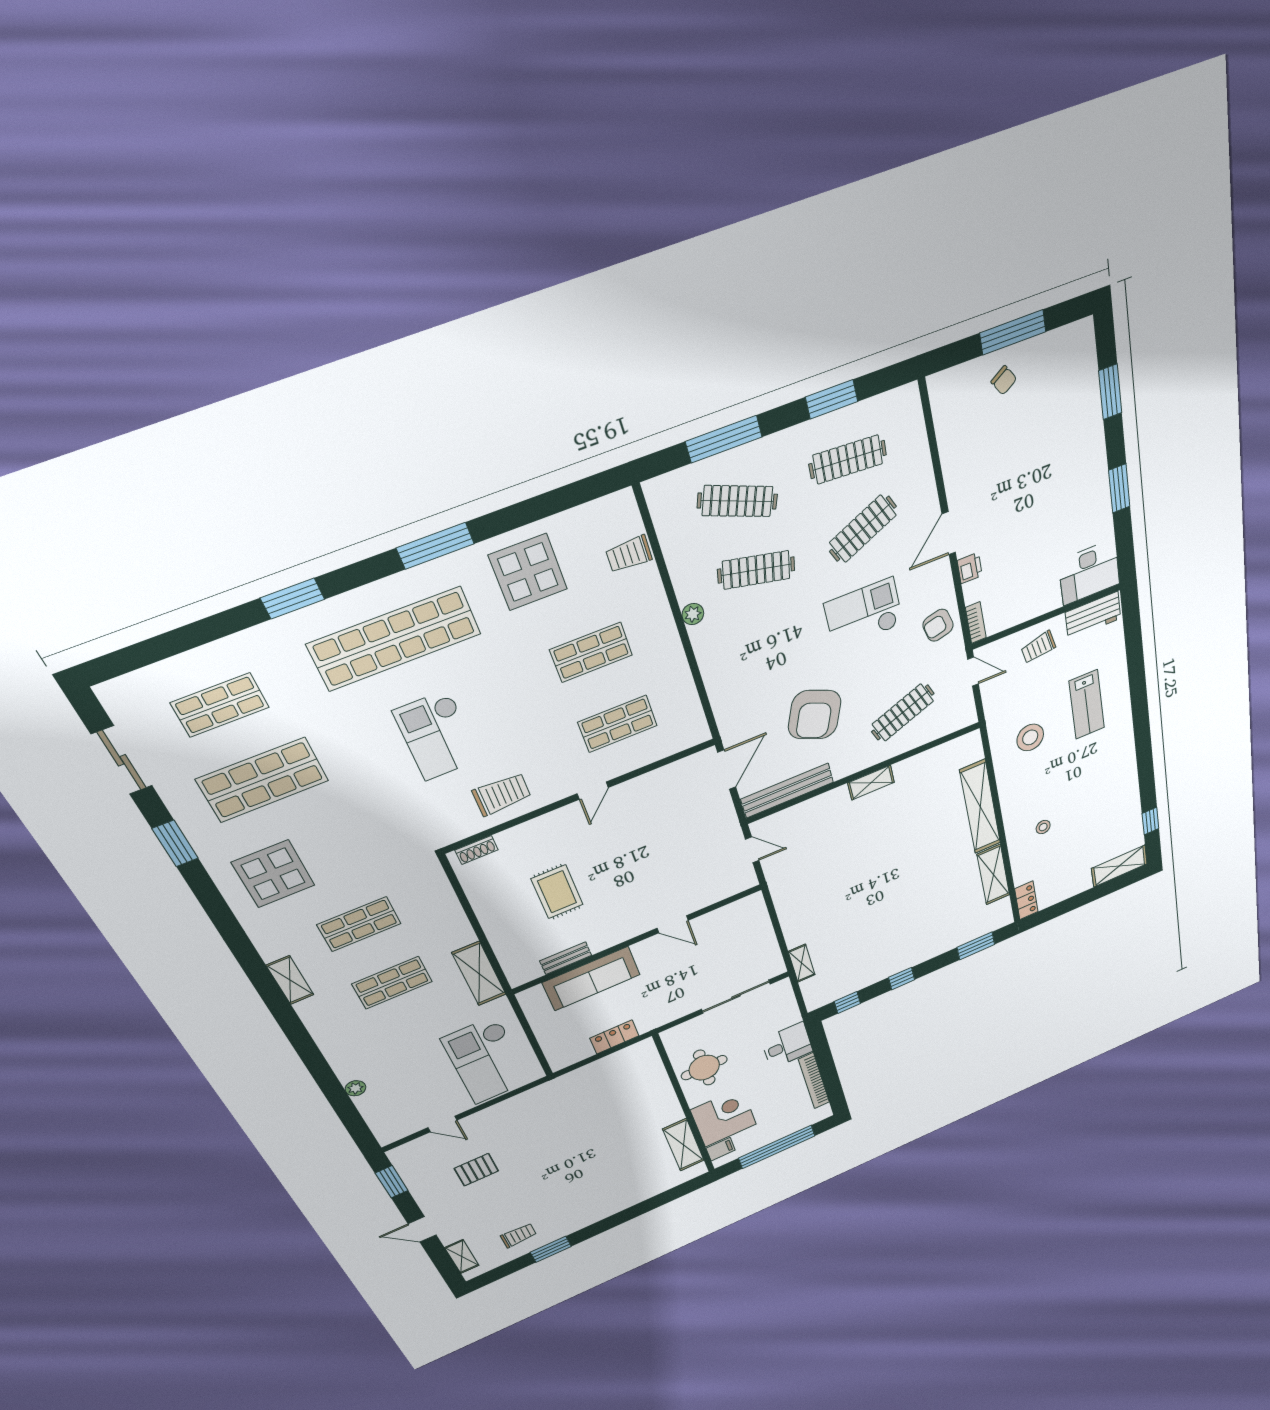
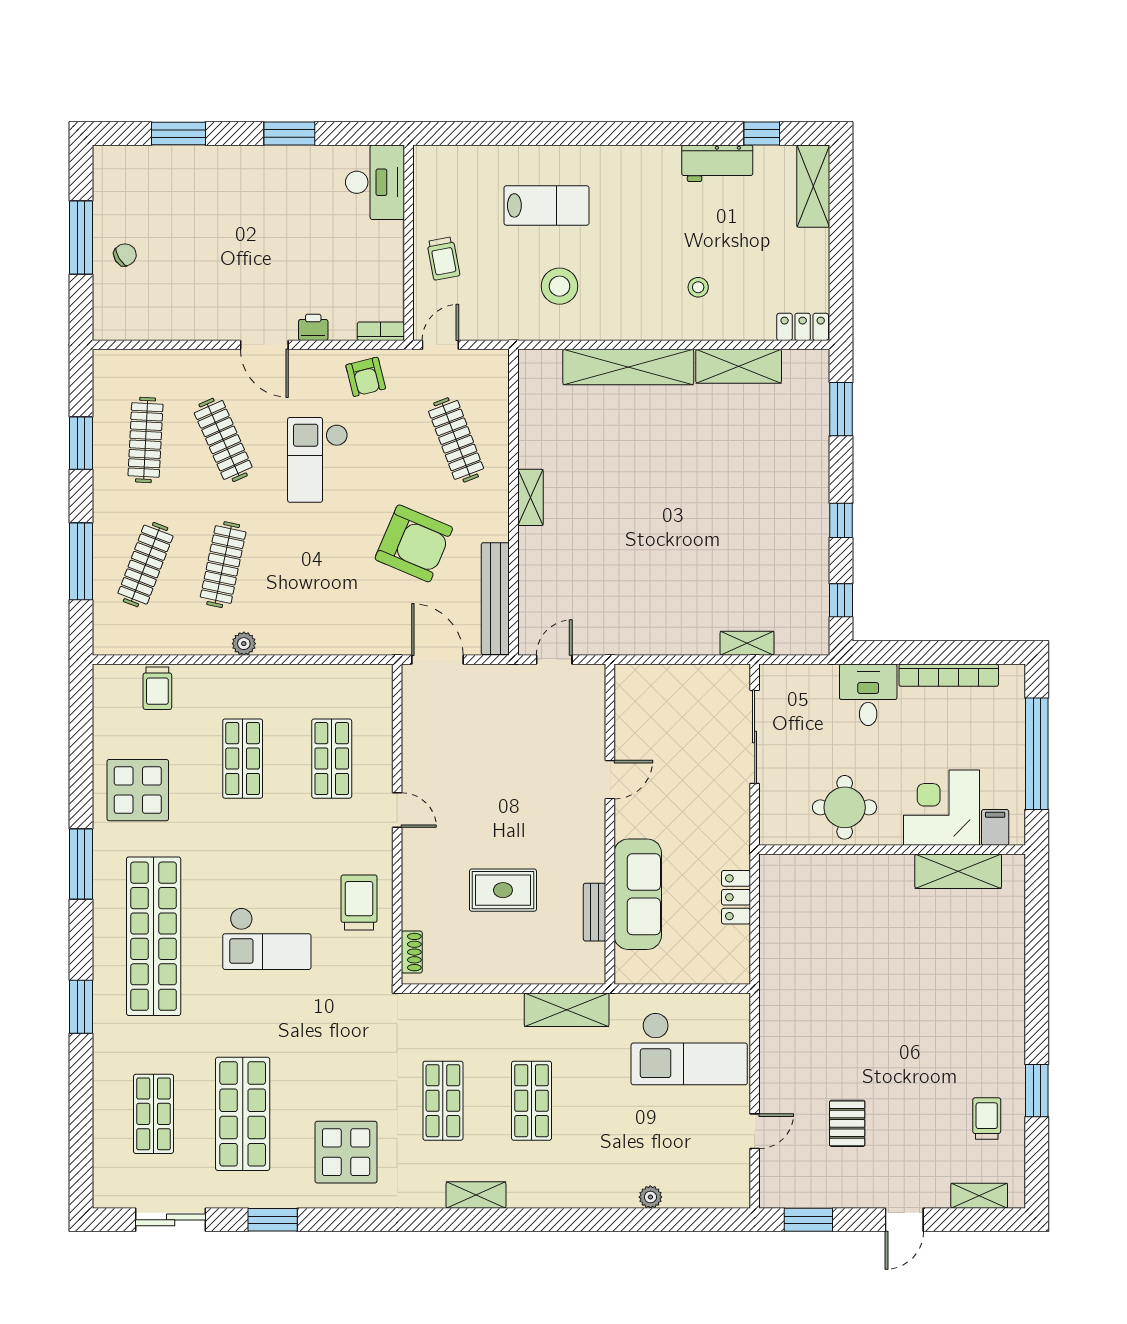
workbench: (1093, 615) -> (717, 163), moved, turned 90

